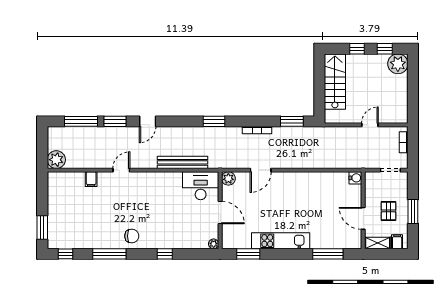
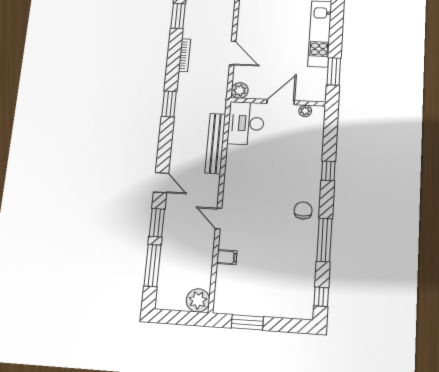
window: (42, 227) -> (247, 322), moved
plant: (214, 244) -> (305, 111), moved

